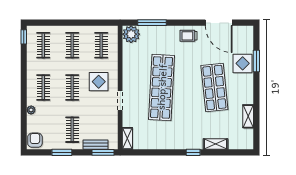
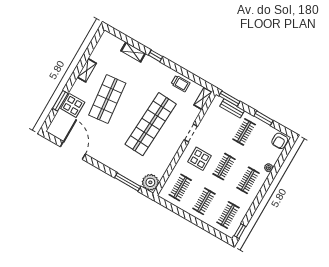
trolley: (188, 36) -> (180, 84), moved
shelving: (248, 116) -> (87, 70), moved

